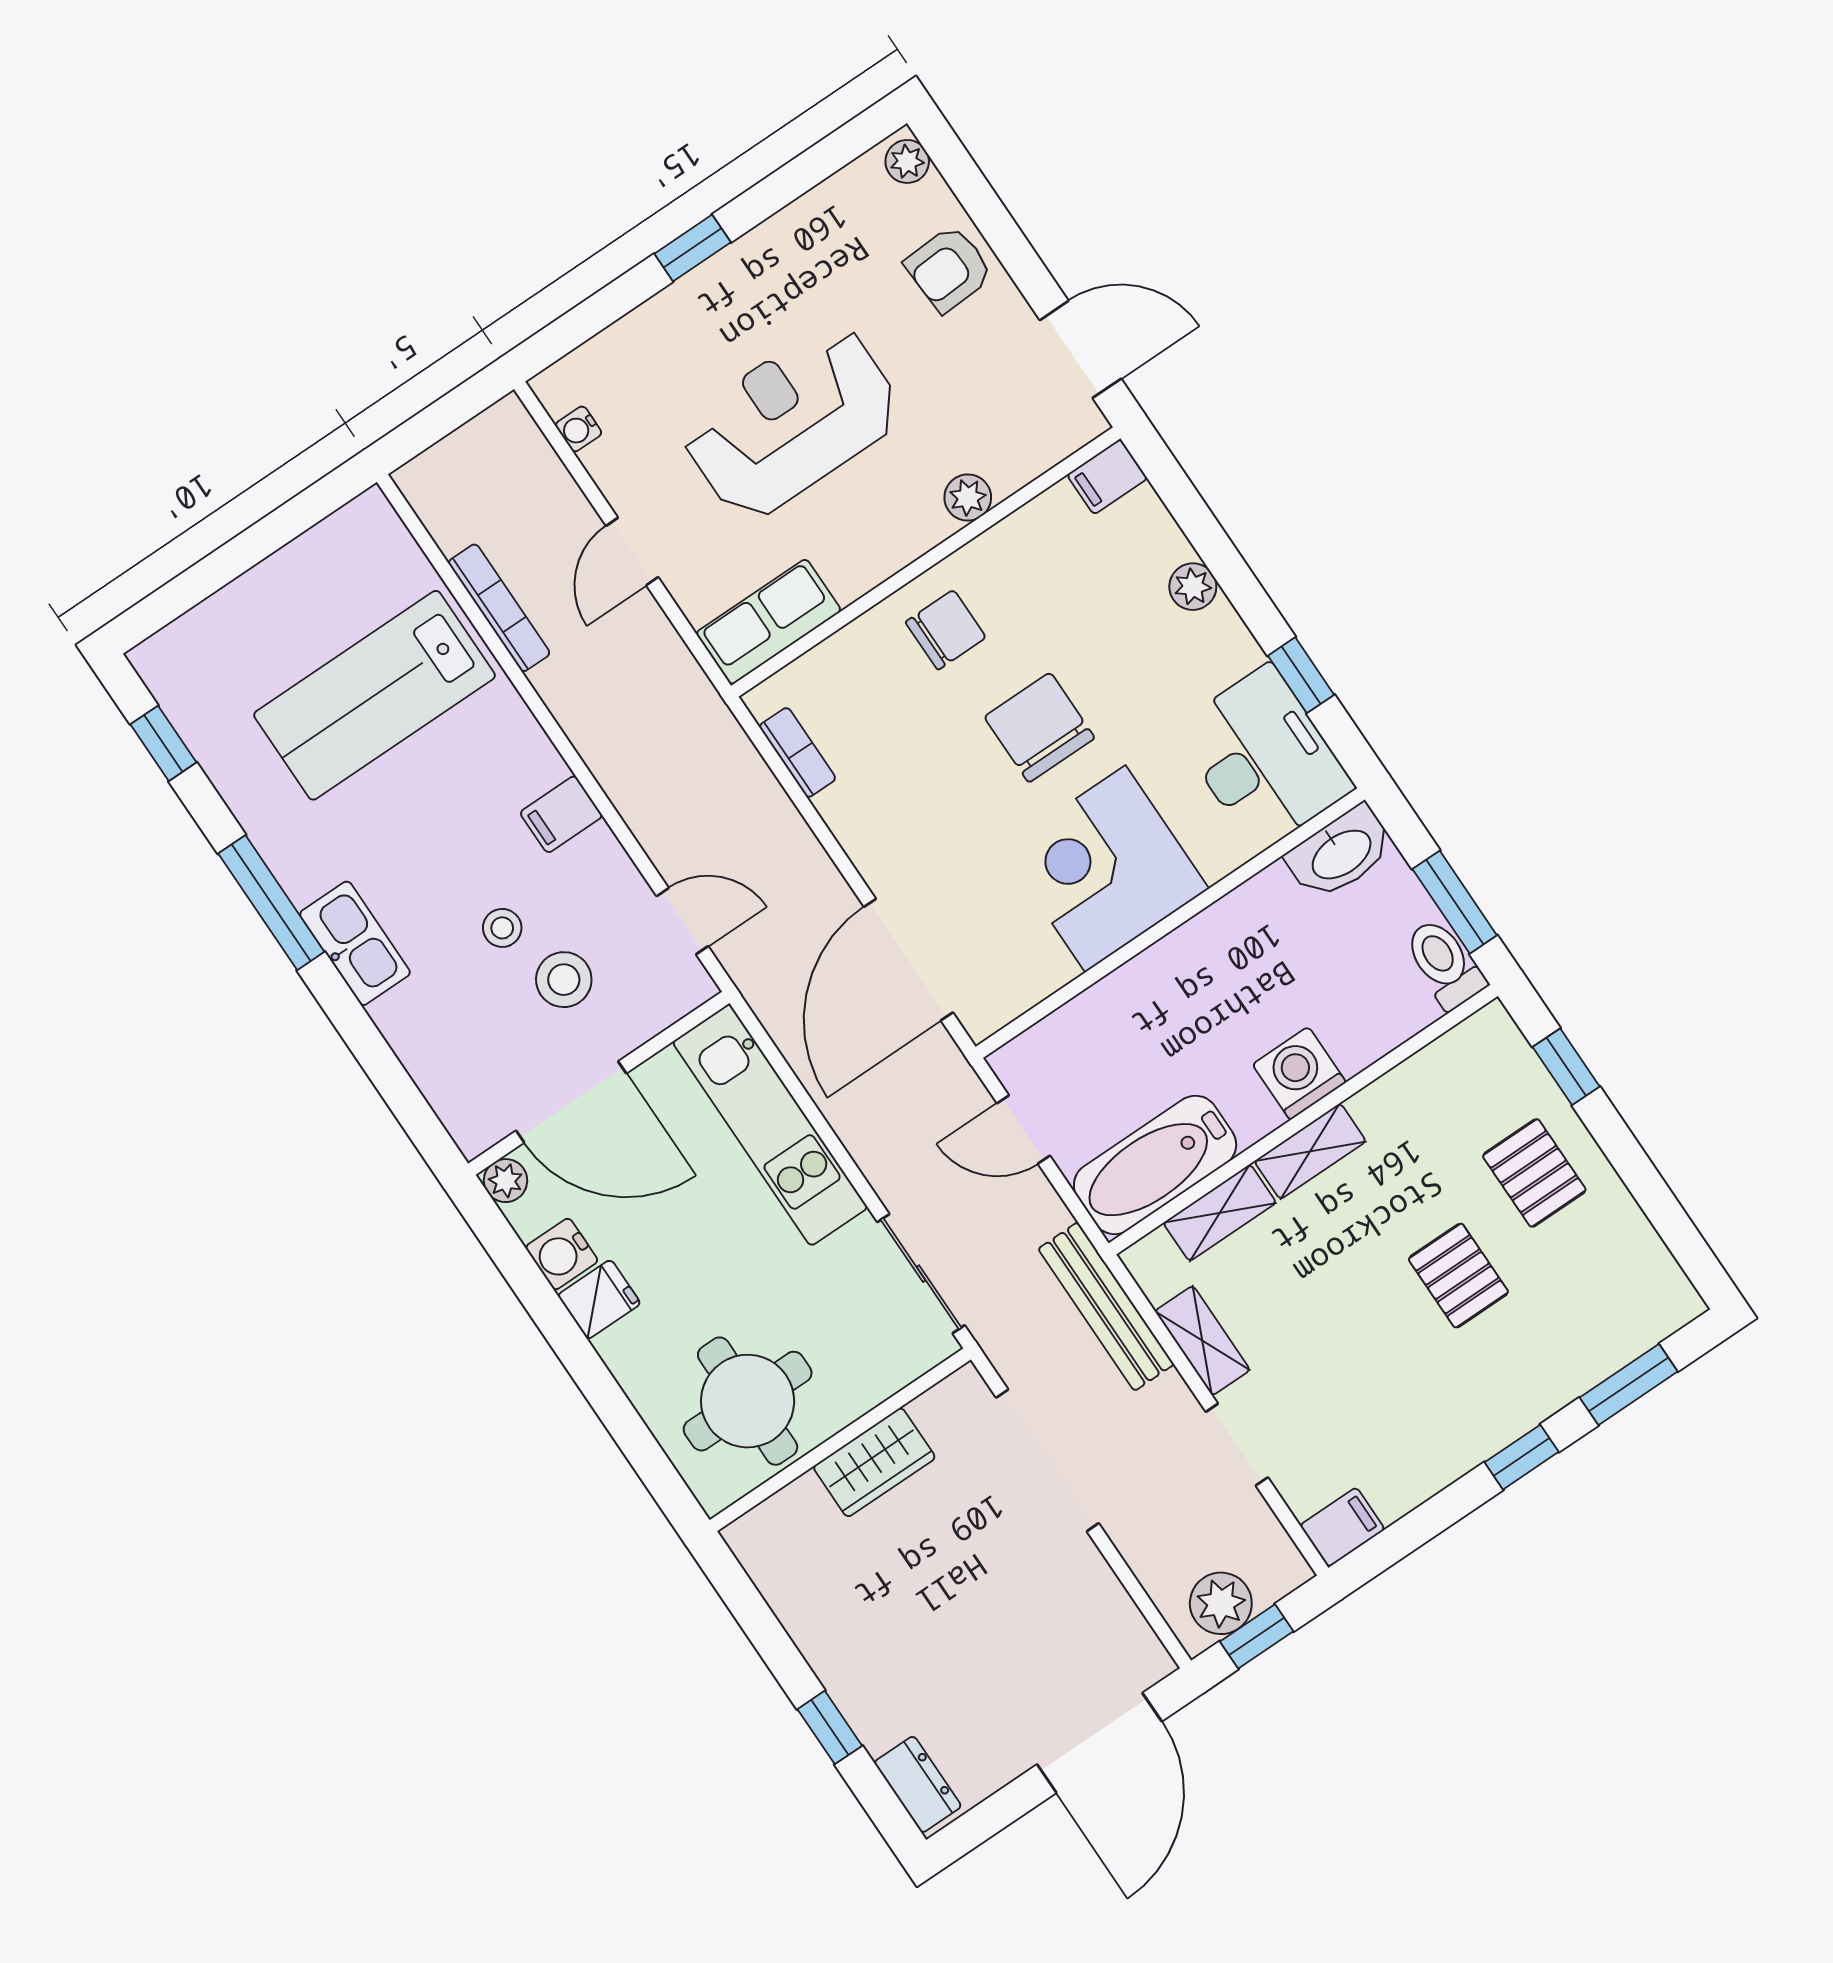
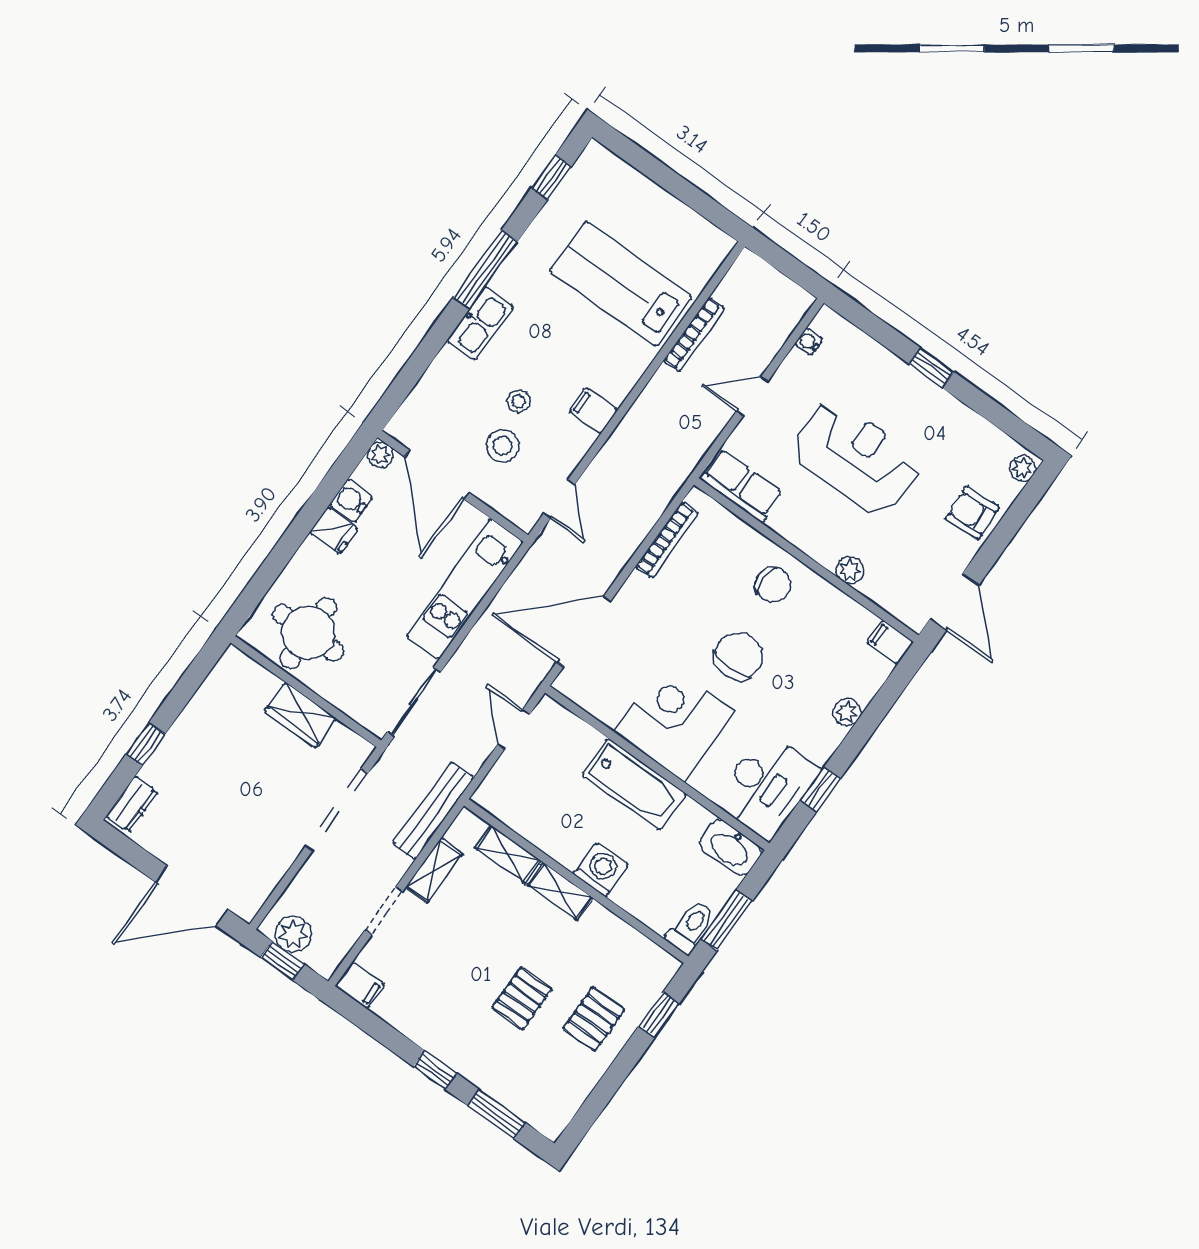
bookcase: (797, 752) -> (667, 540), width x1.56
bathtub: (1155, 1165) -> (634, 784), moved, turned 180

